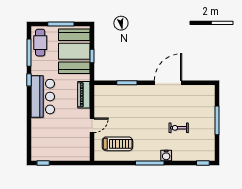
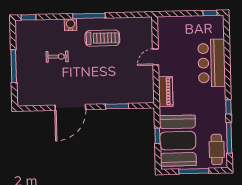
bar counter: (43, 97) -> (212, 63), moved
treadmill: (117, 144) -> (102, 38), moved, turned 180

